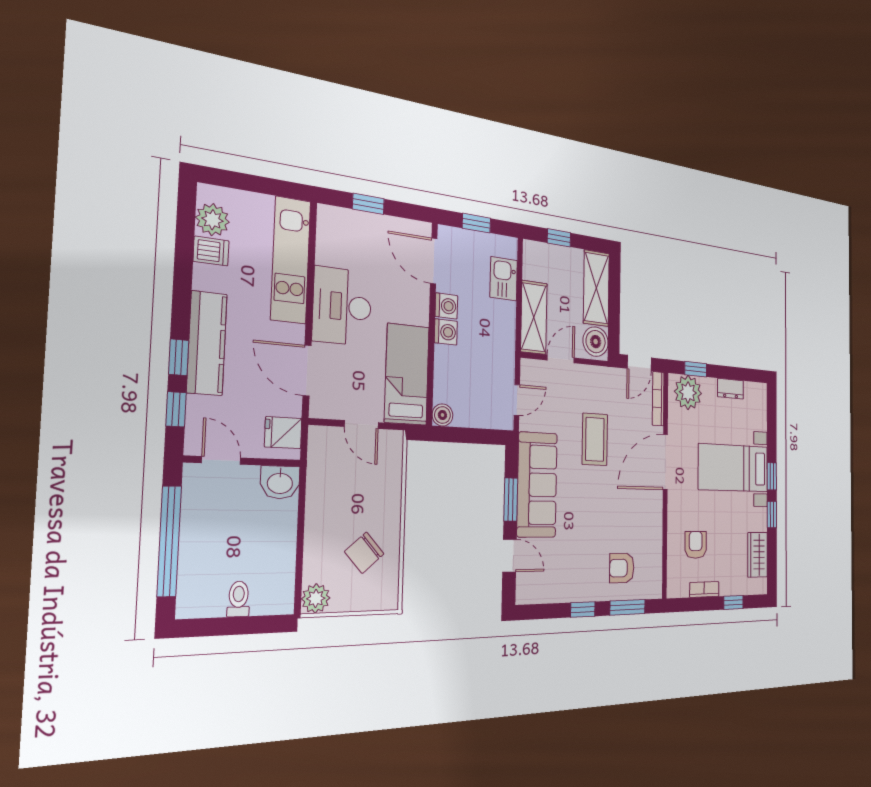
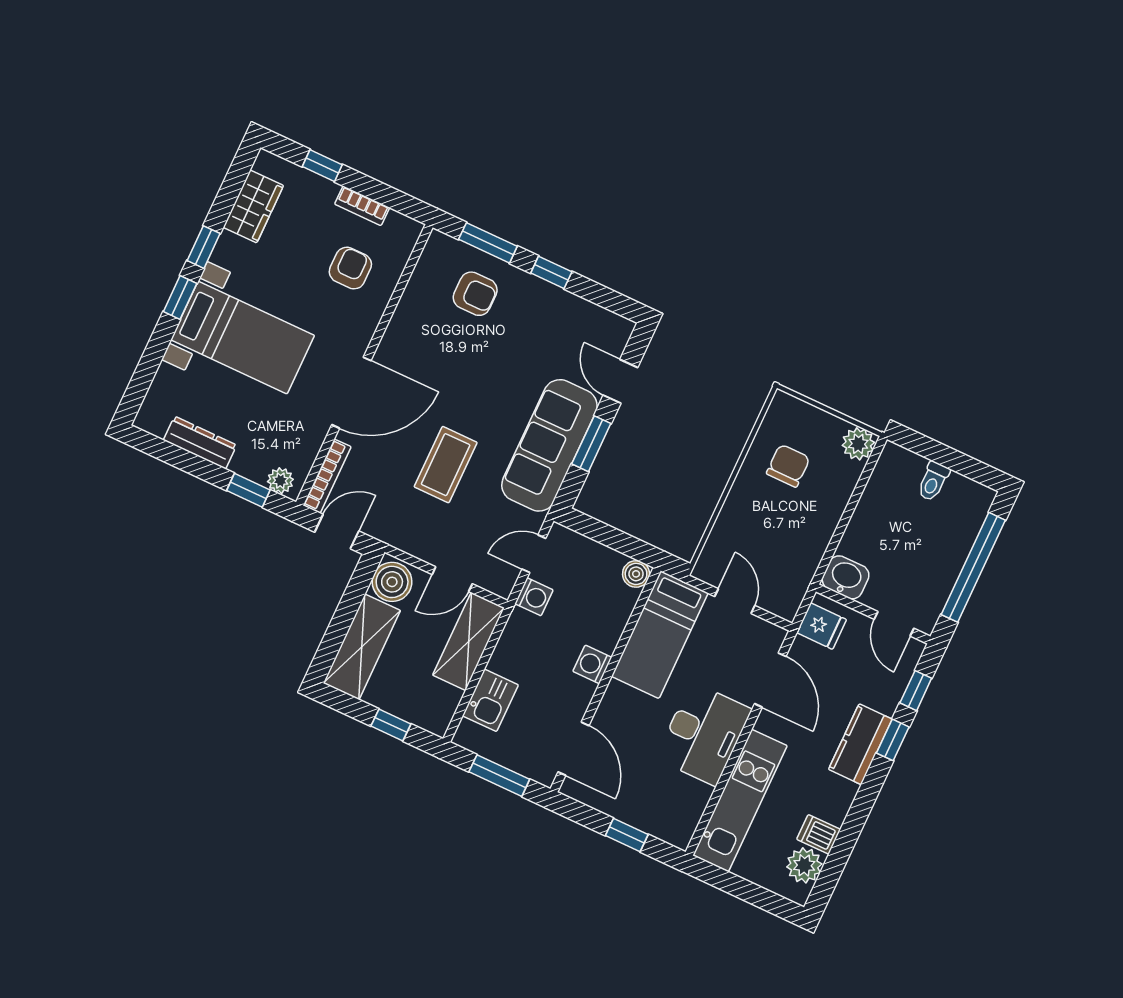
window: (476, 223) -> (499, 776), width x1.50
washing machine: (446, 306) -> (534, 597), moved, turned 180
kitchen counter: (207, 343) -> (860, 744), width x0.67
dresser: (731, 389) -> (200, 443), width x1.44
plant: (688, 392) -> (280, 481), width x0.53, depth x0.53
armchair: (696, 545) -> (350, 268), turned 180
chair: (364, 553) -> (788, 466), turned -49

